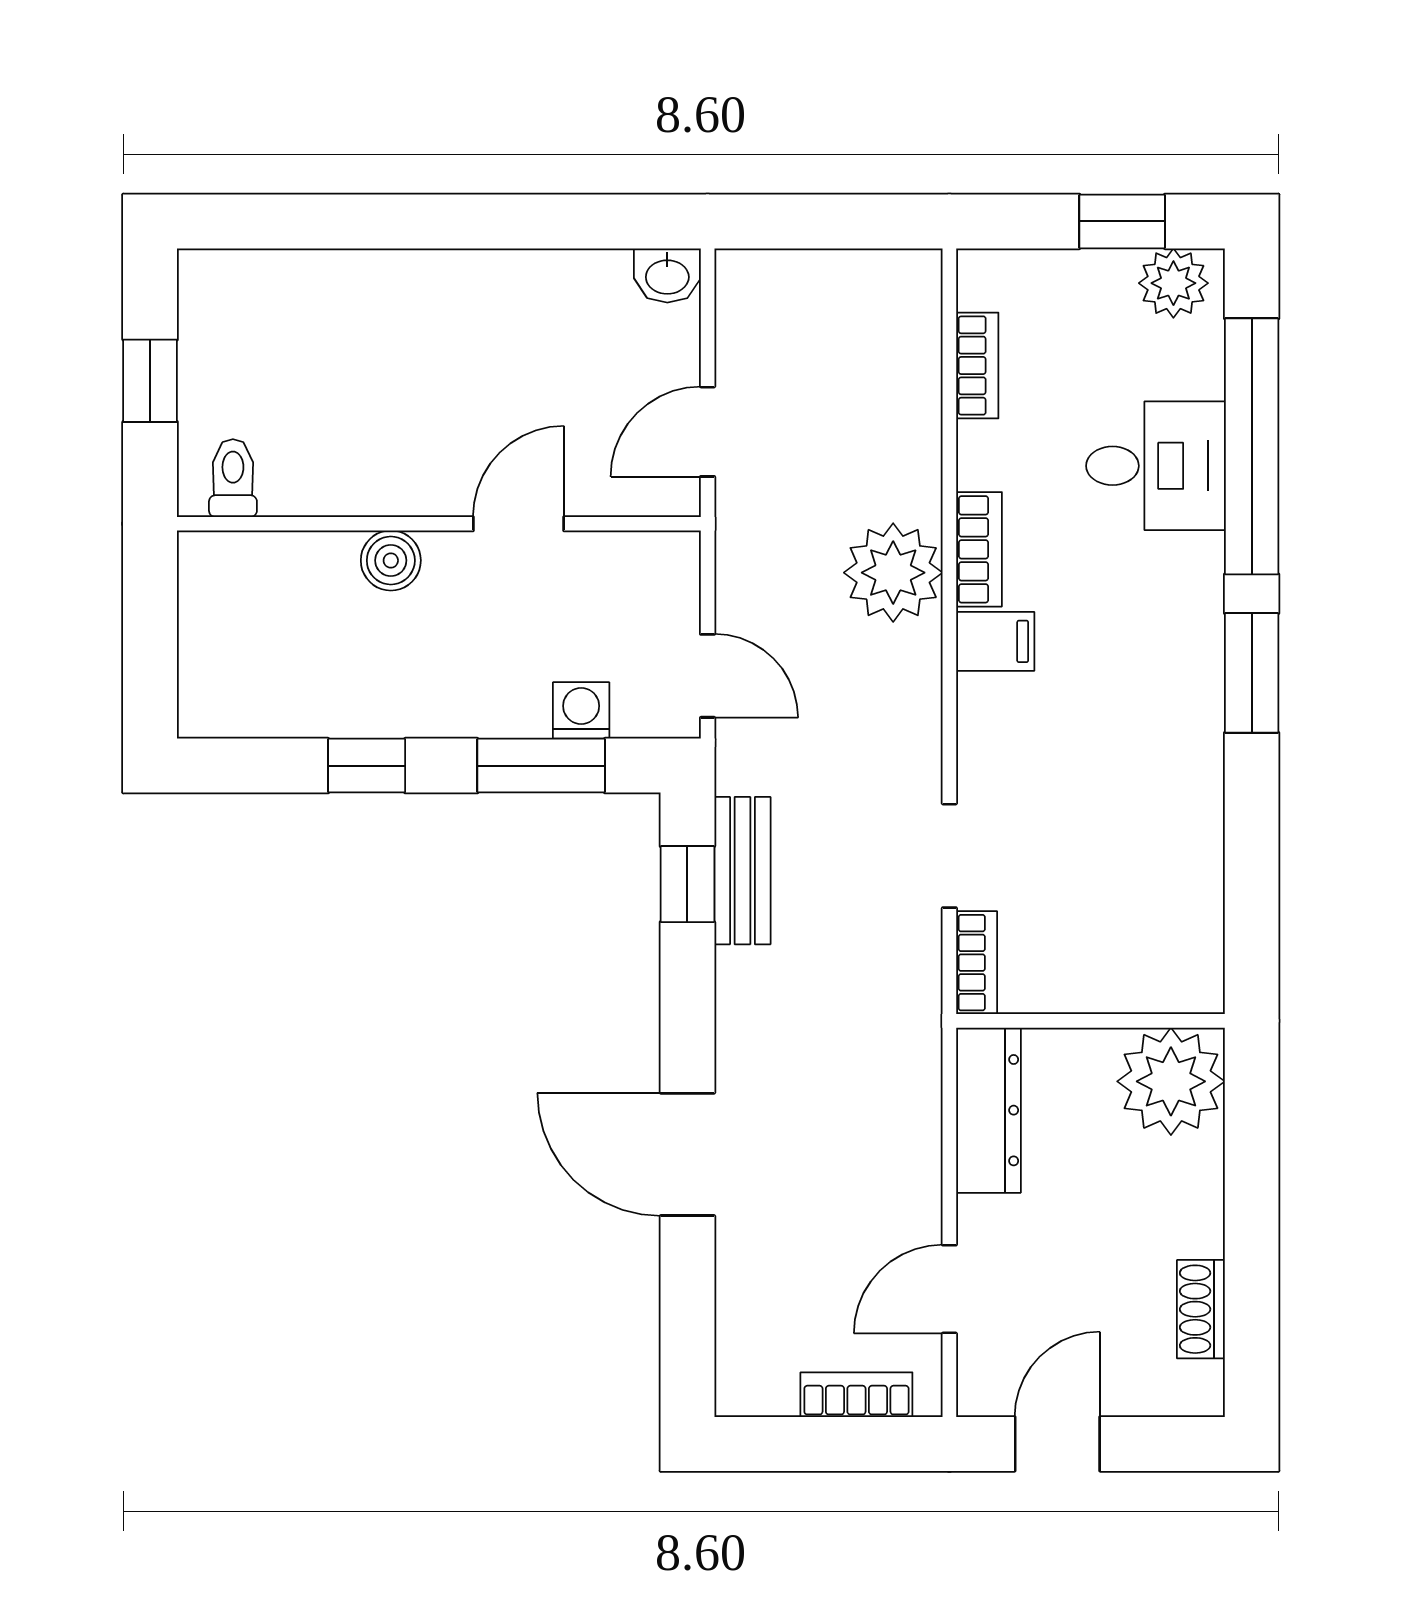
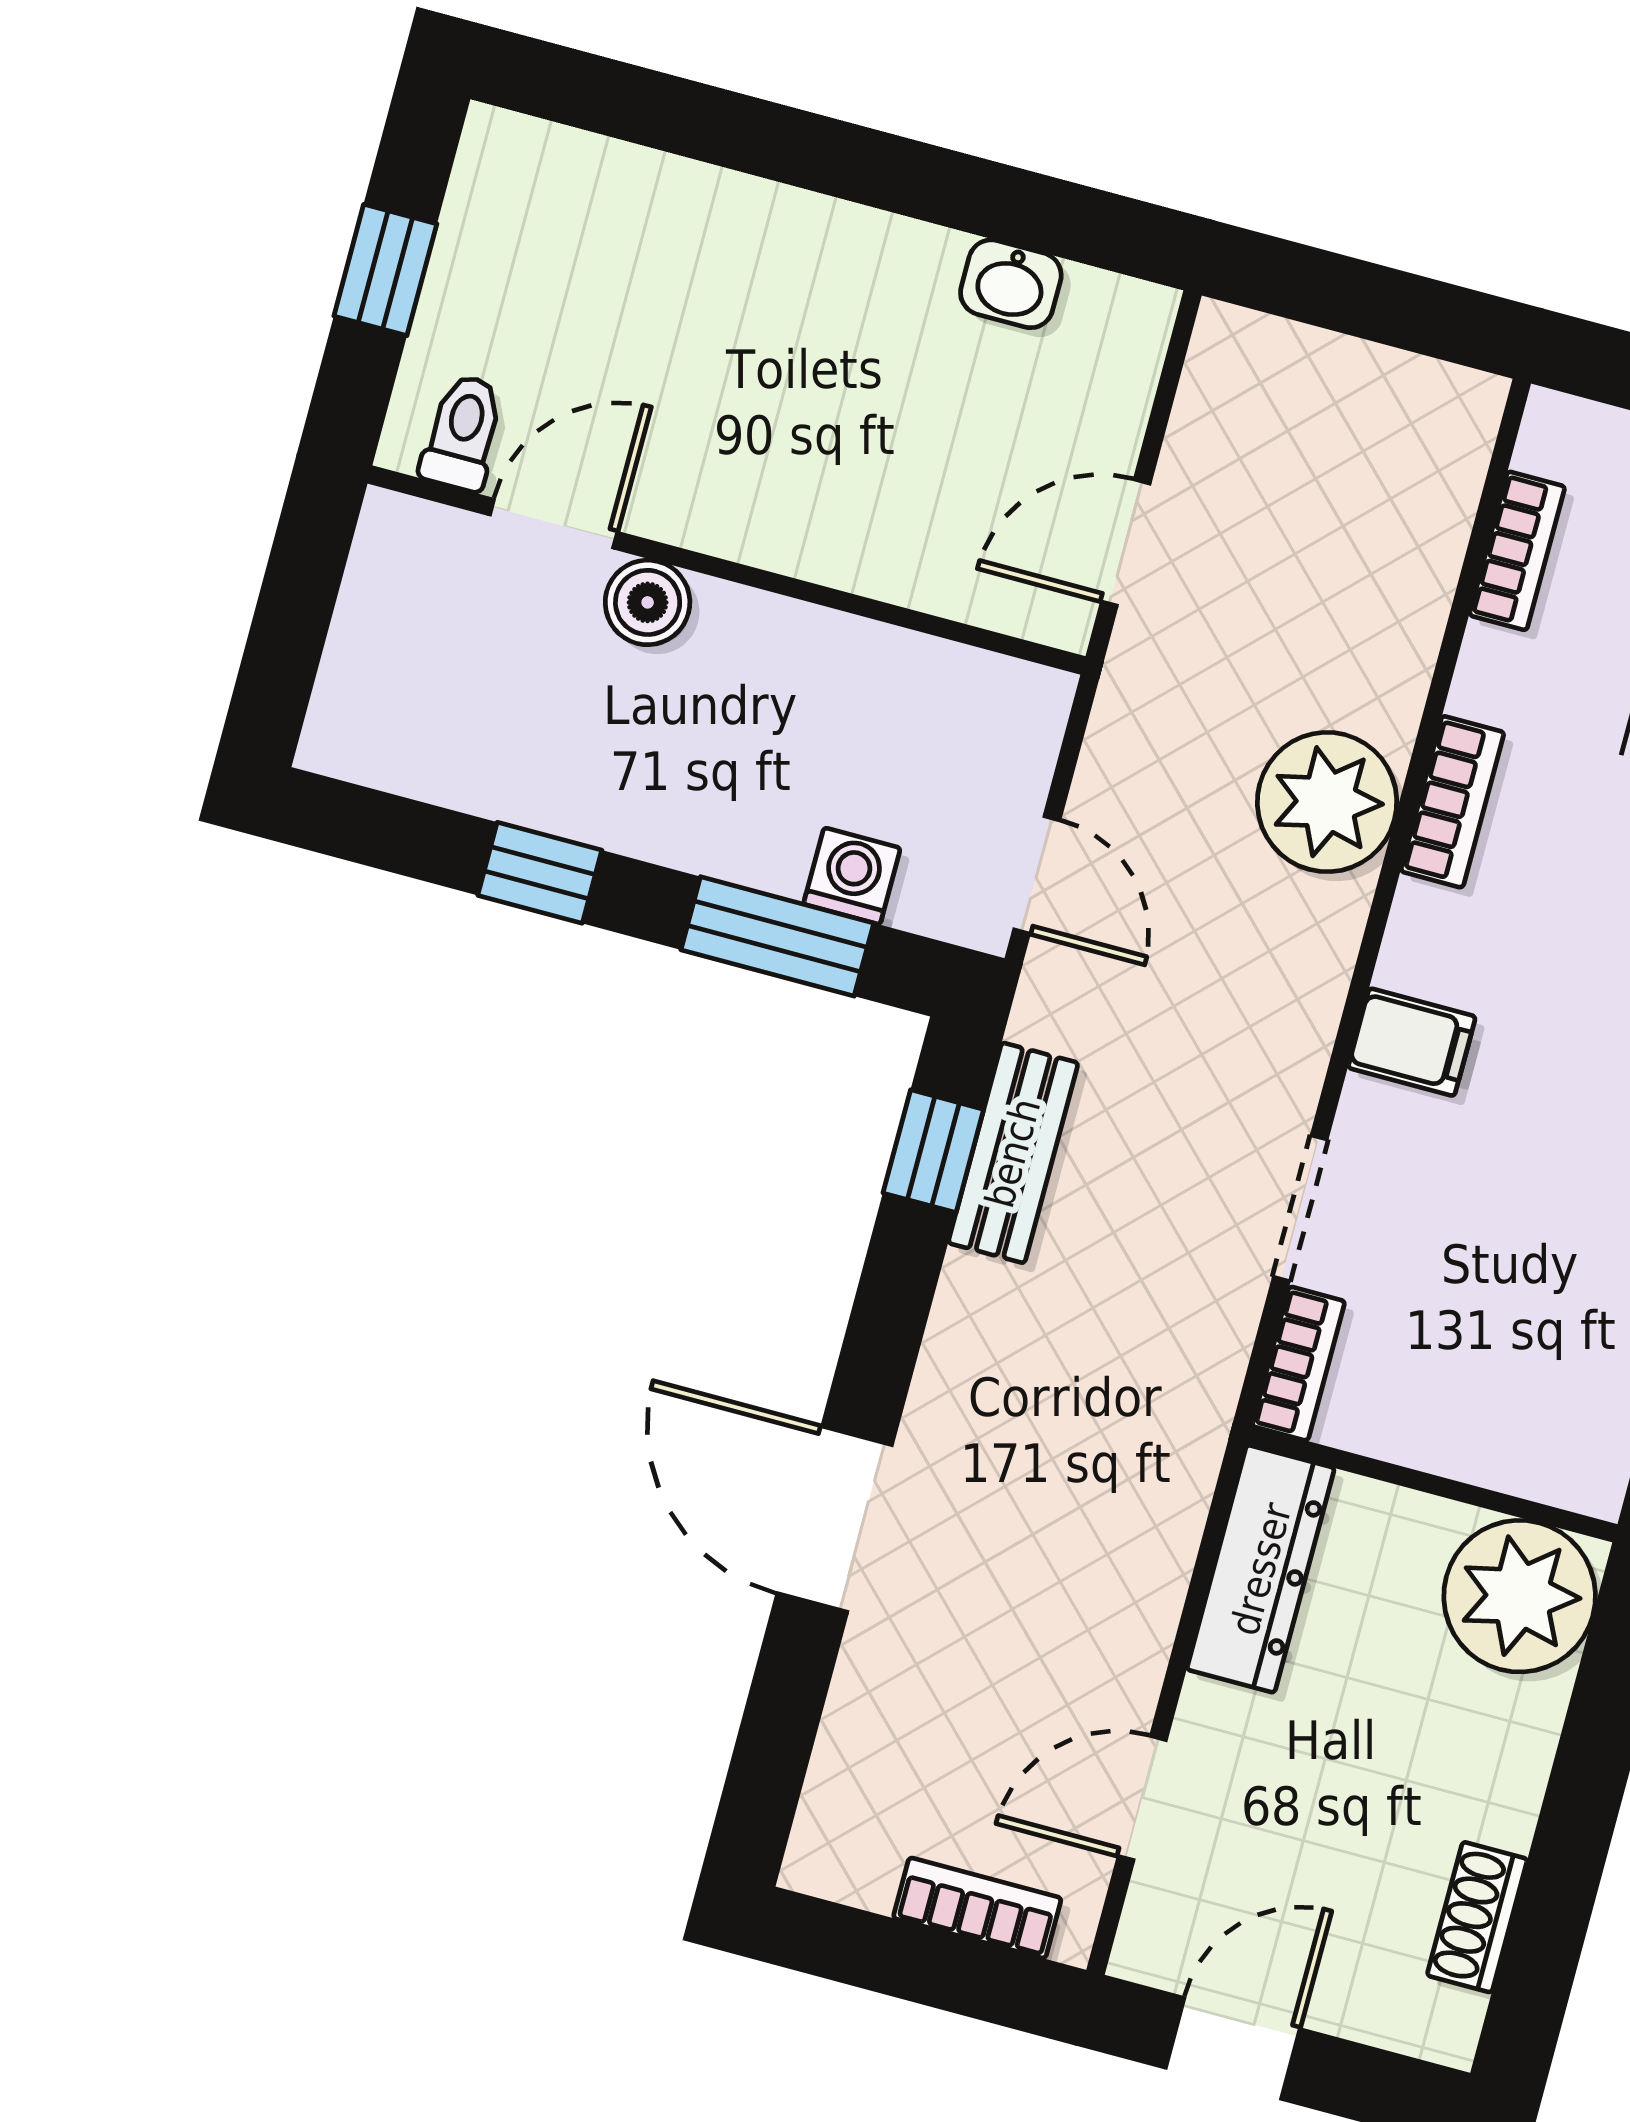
washbasin: (667, 275) -> (1011, 284), moved
door: (518, 524) -> (554, 524), moved
filing cabinet: (995, 641) -> (1412, 1042), moved

